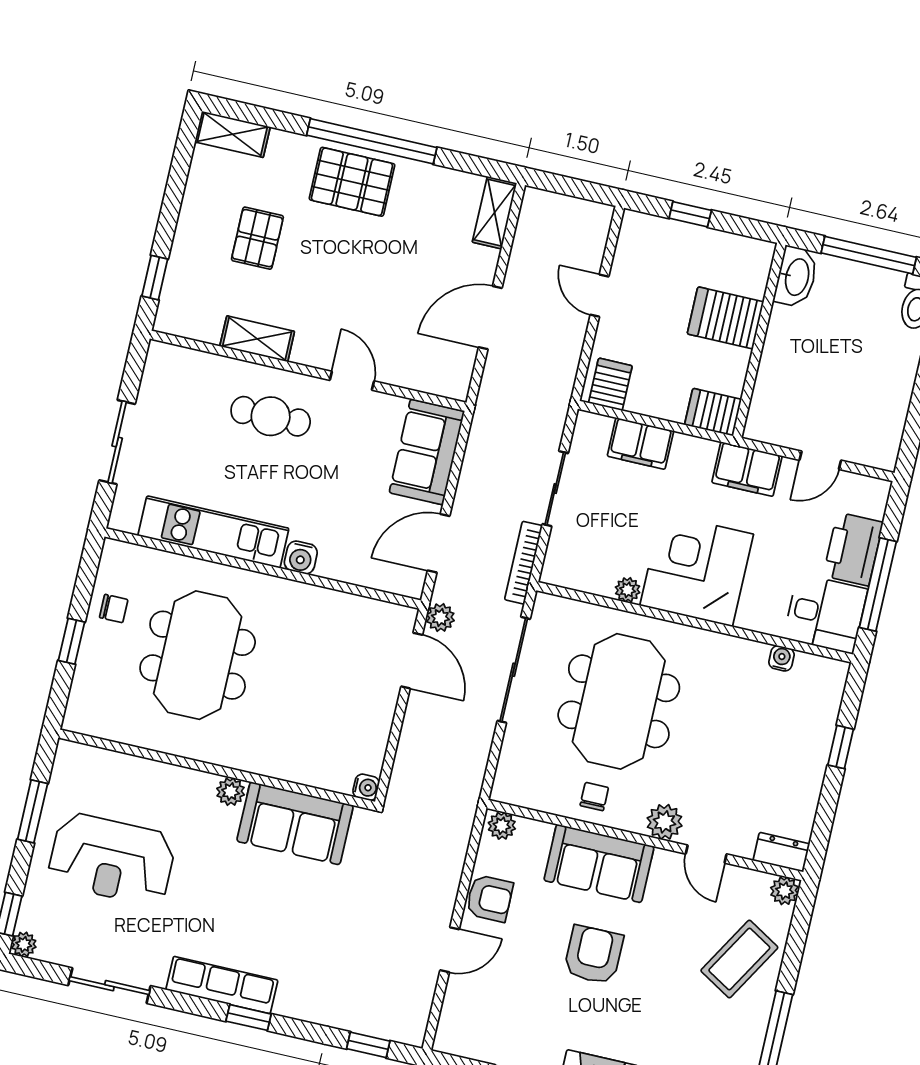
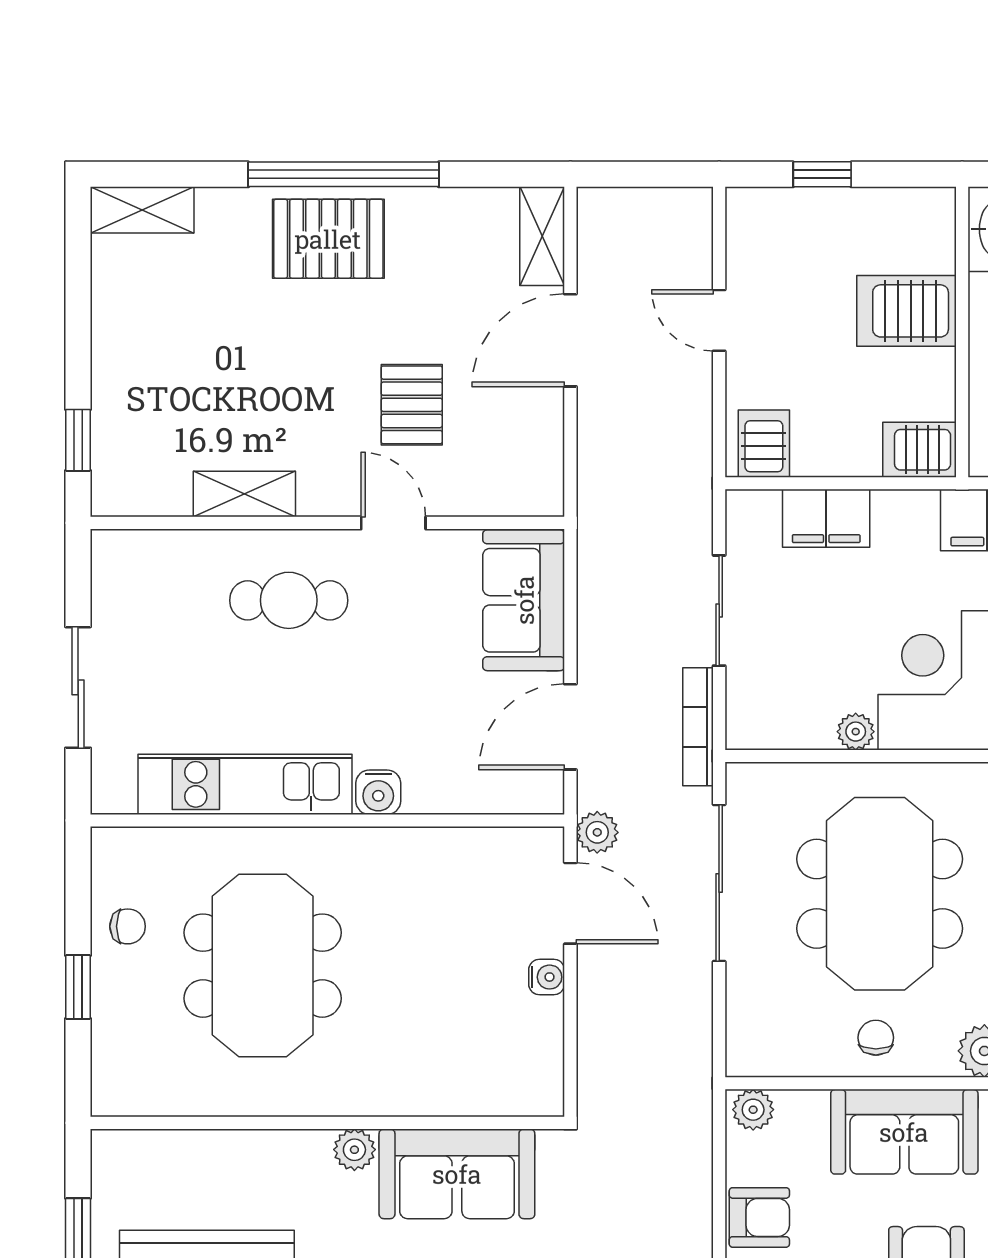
pallet: (257, 238) -> (412, 405), moved
door: (490, 318) -> (570, 340), moved
water cooler: (366, 787) -> (547, 977), moved

